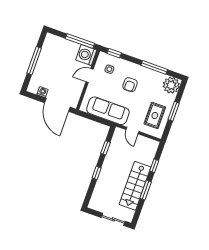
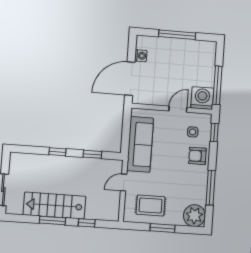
door: (90, 76) -> (178, 109), hinge flipped
armchair: (130, 85) -> (197, 156), moved

